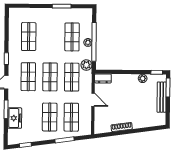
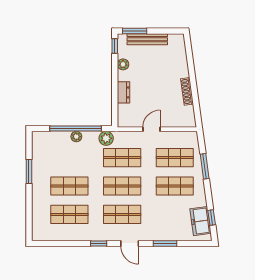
shop shelf: (72, 37) -> (69, 186), moved
dresser: (103, 78) -> (123, 92), moved
freezer: (15, 118) -> (201, 221), moved, turned -98

